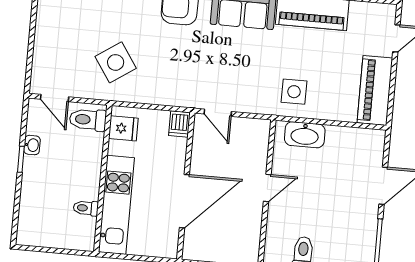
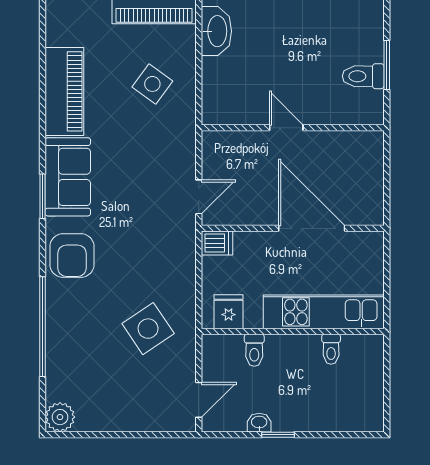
side table: (294, 92) -> (152, 84), moved, turned 36
toilet: (88, 120) -> (254, 350), moved, width x0.73, depth x0.72
washbasin: (305, 135) -> (216, 31), moved

